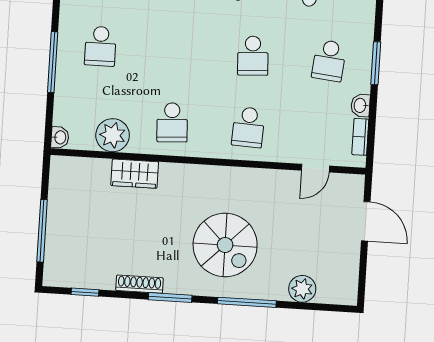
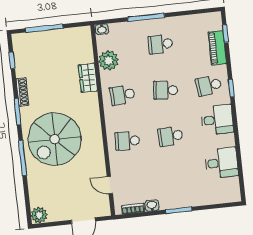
school desk: (329, 61) -> (165, 90), moved
spiral stairs: (225, 245) -> (55, 139), width x1.37, depth x1.37
plant: (302, 289) -> (39, 215), moved

